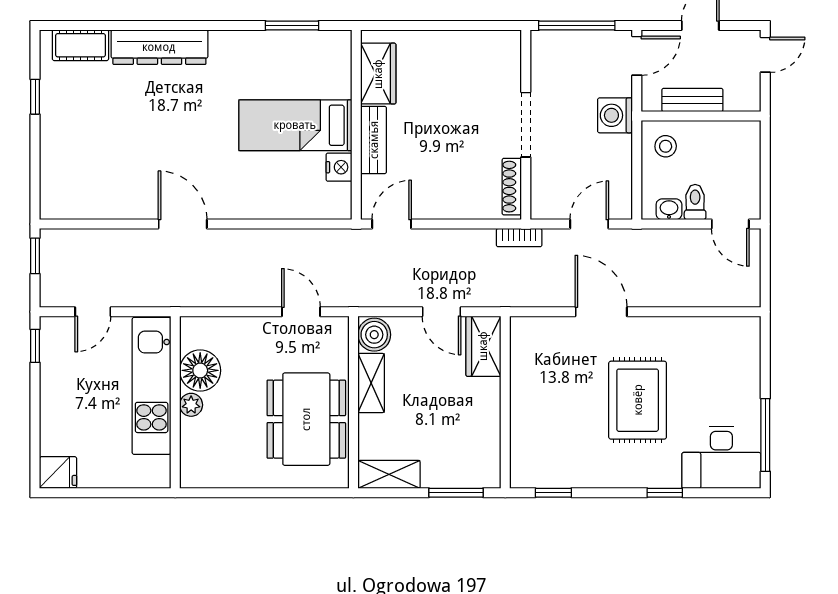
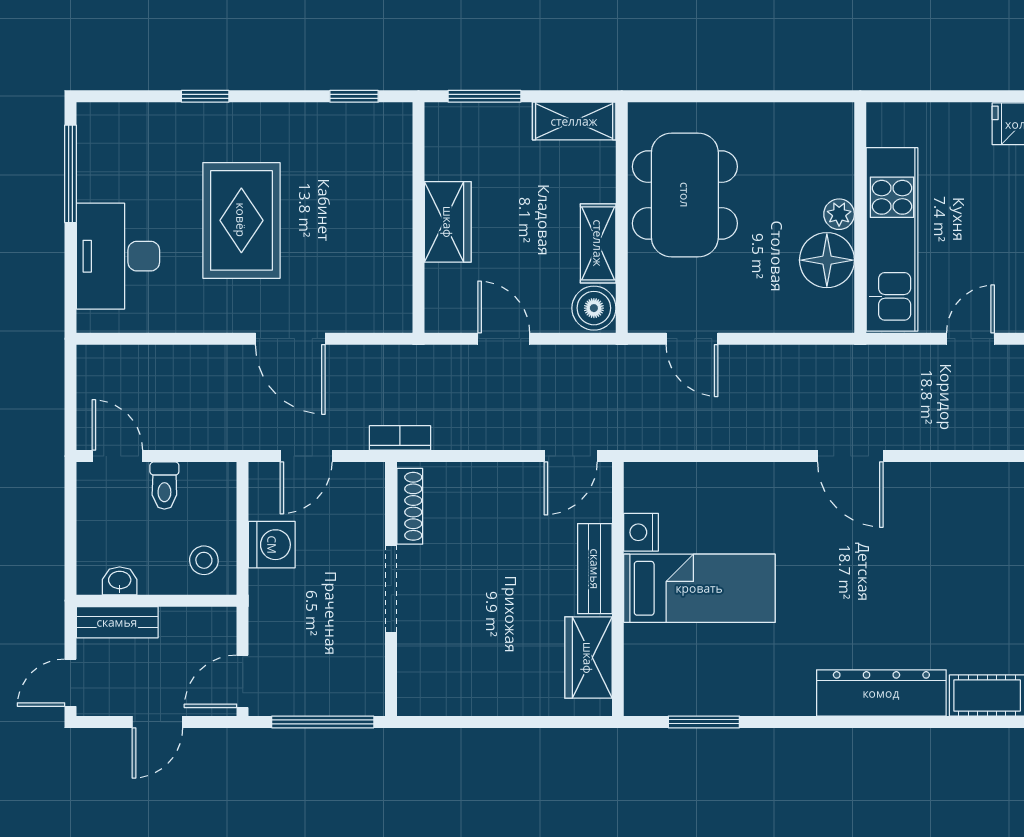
bench: (692, 100) -> (117, 622), moved
washing machine: (615, 115) -> (272, 545), moved
washbasin: (669, 209) -> (120, 581), moved, turned 180
wardrobe: (483, 346) -> (448, 222), moved
desk: (721, 457) -> (118, 256), moved, turned -90

